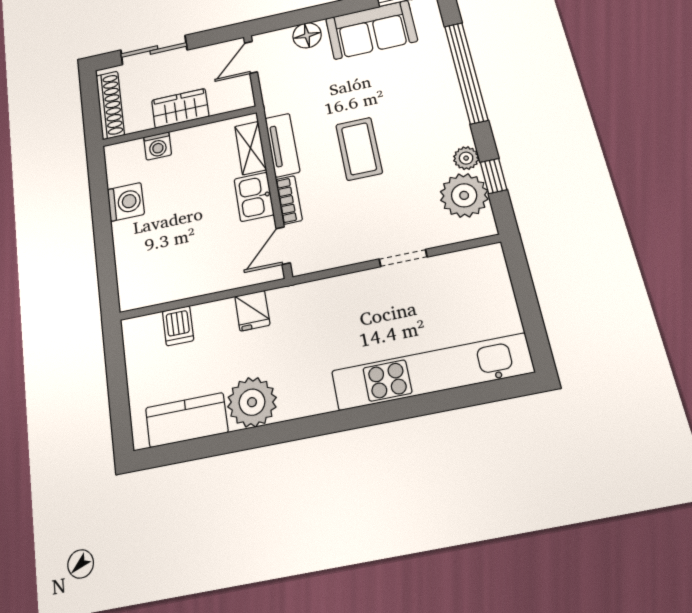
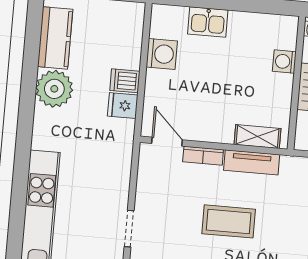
kitchen sink: (254, 197) -> (208, 22), moved, turned 180
washing machine: (126, 202) -> (162, 54), moved, turned -90
dishwasher: (178, 326) -> (125, 81), moved

